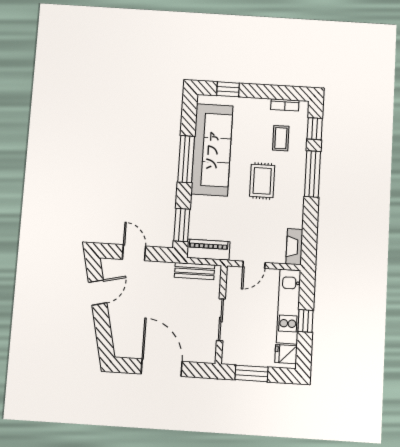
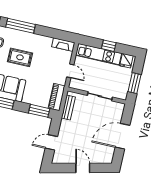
door: (98, 293) -> (83, 168), moved

